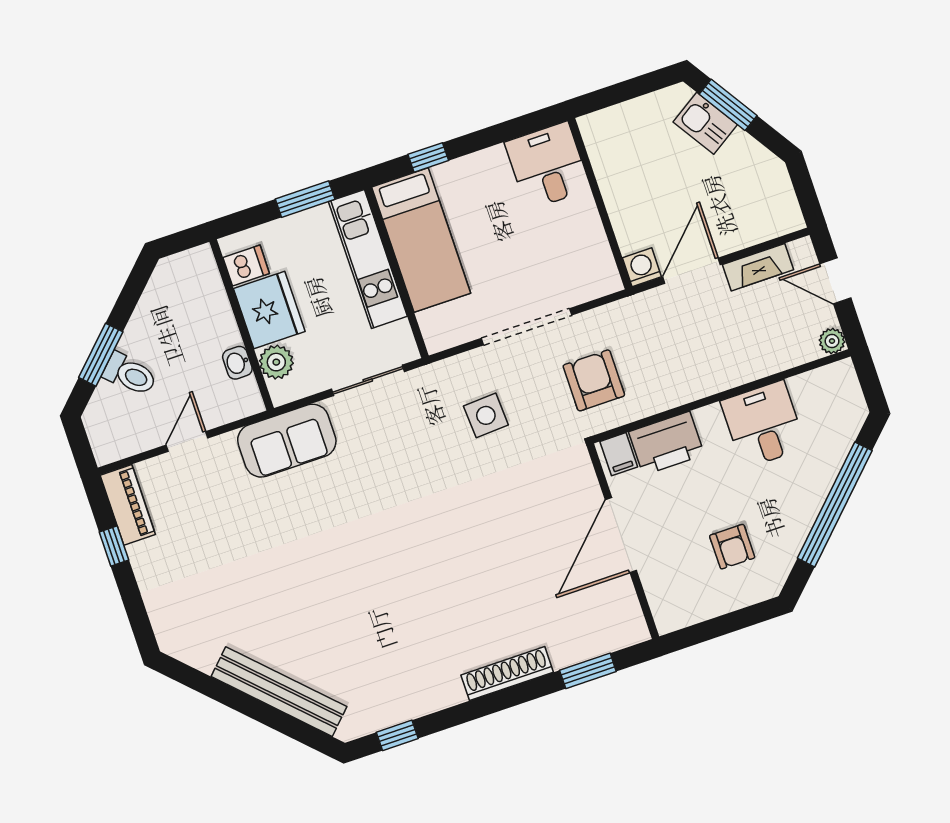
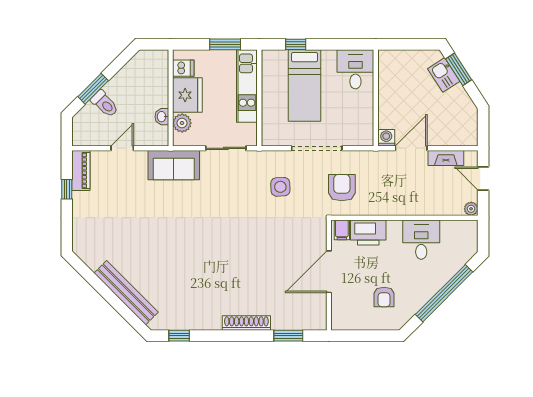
bed: (421, 240) -> (305, 85), moved

